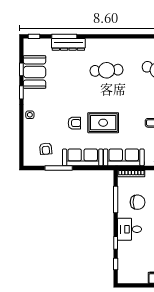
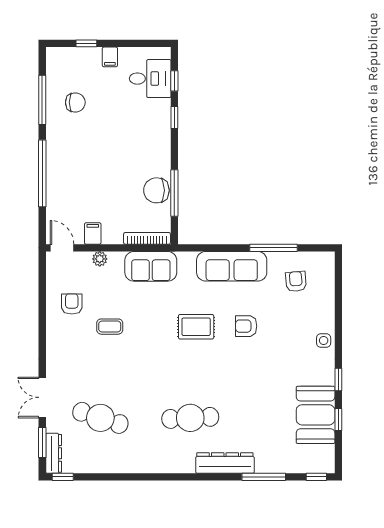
dresser: (68, 44) -> (225, 463), moved
rug: (103, 123) -> (196, 327), width x0.73, depth x0.70
sofa: (124, 157) -> (151, 266), width x0.73
chair: (138, 202) -> (156, 190), moved
desk: (130, 229) -> (150, 79), moved

